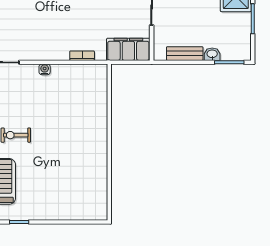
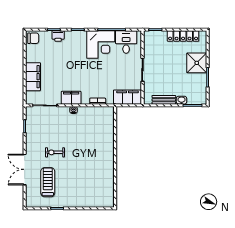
filing cabinet: (41, 50) -> (71, 98), added

